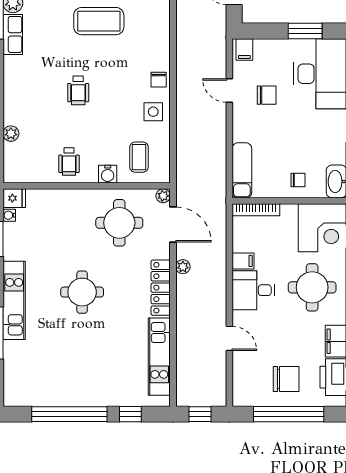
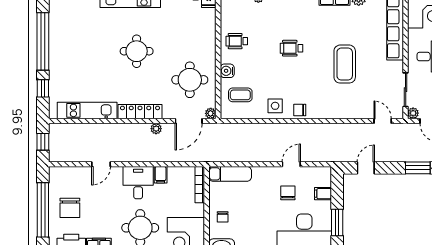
filing cabinet: (244, 49) -> (323, 194), moved
chair: (267, 95) -> (288, 193), turned 180

